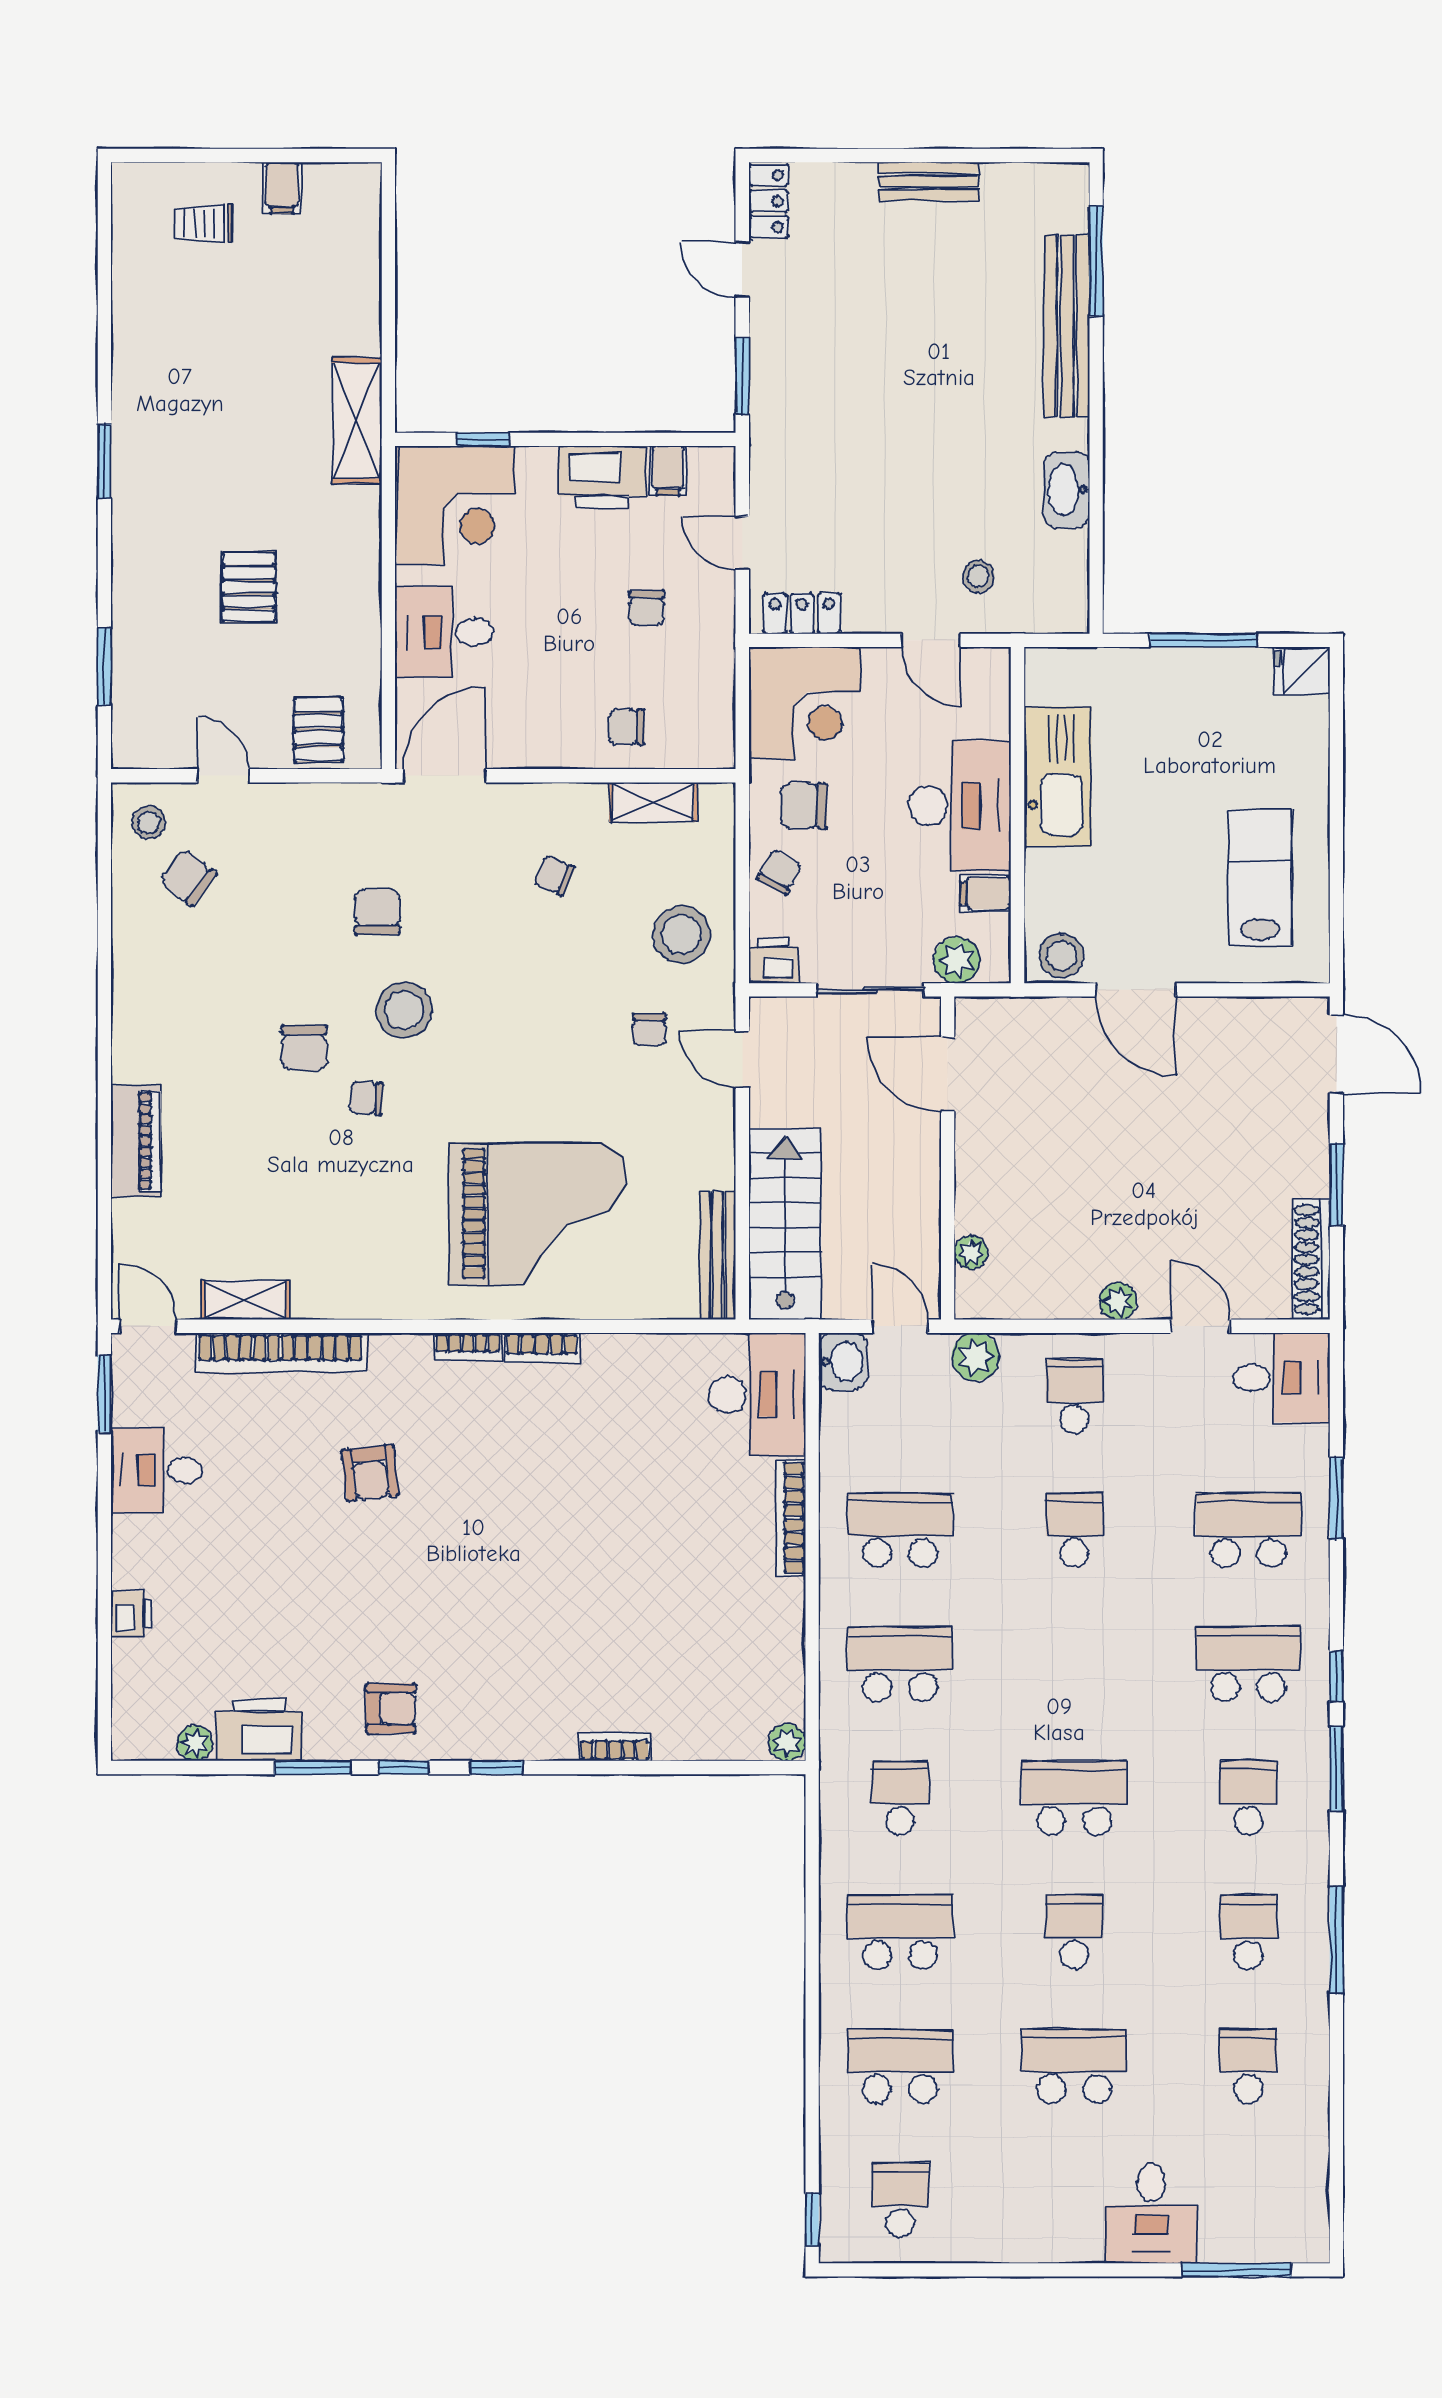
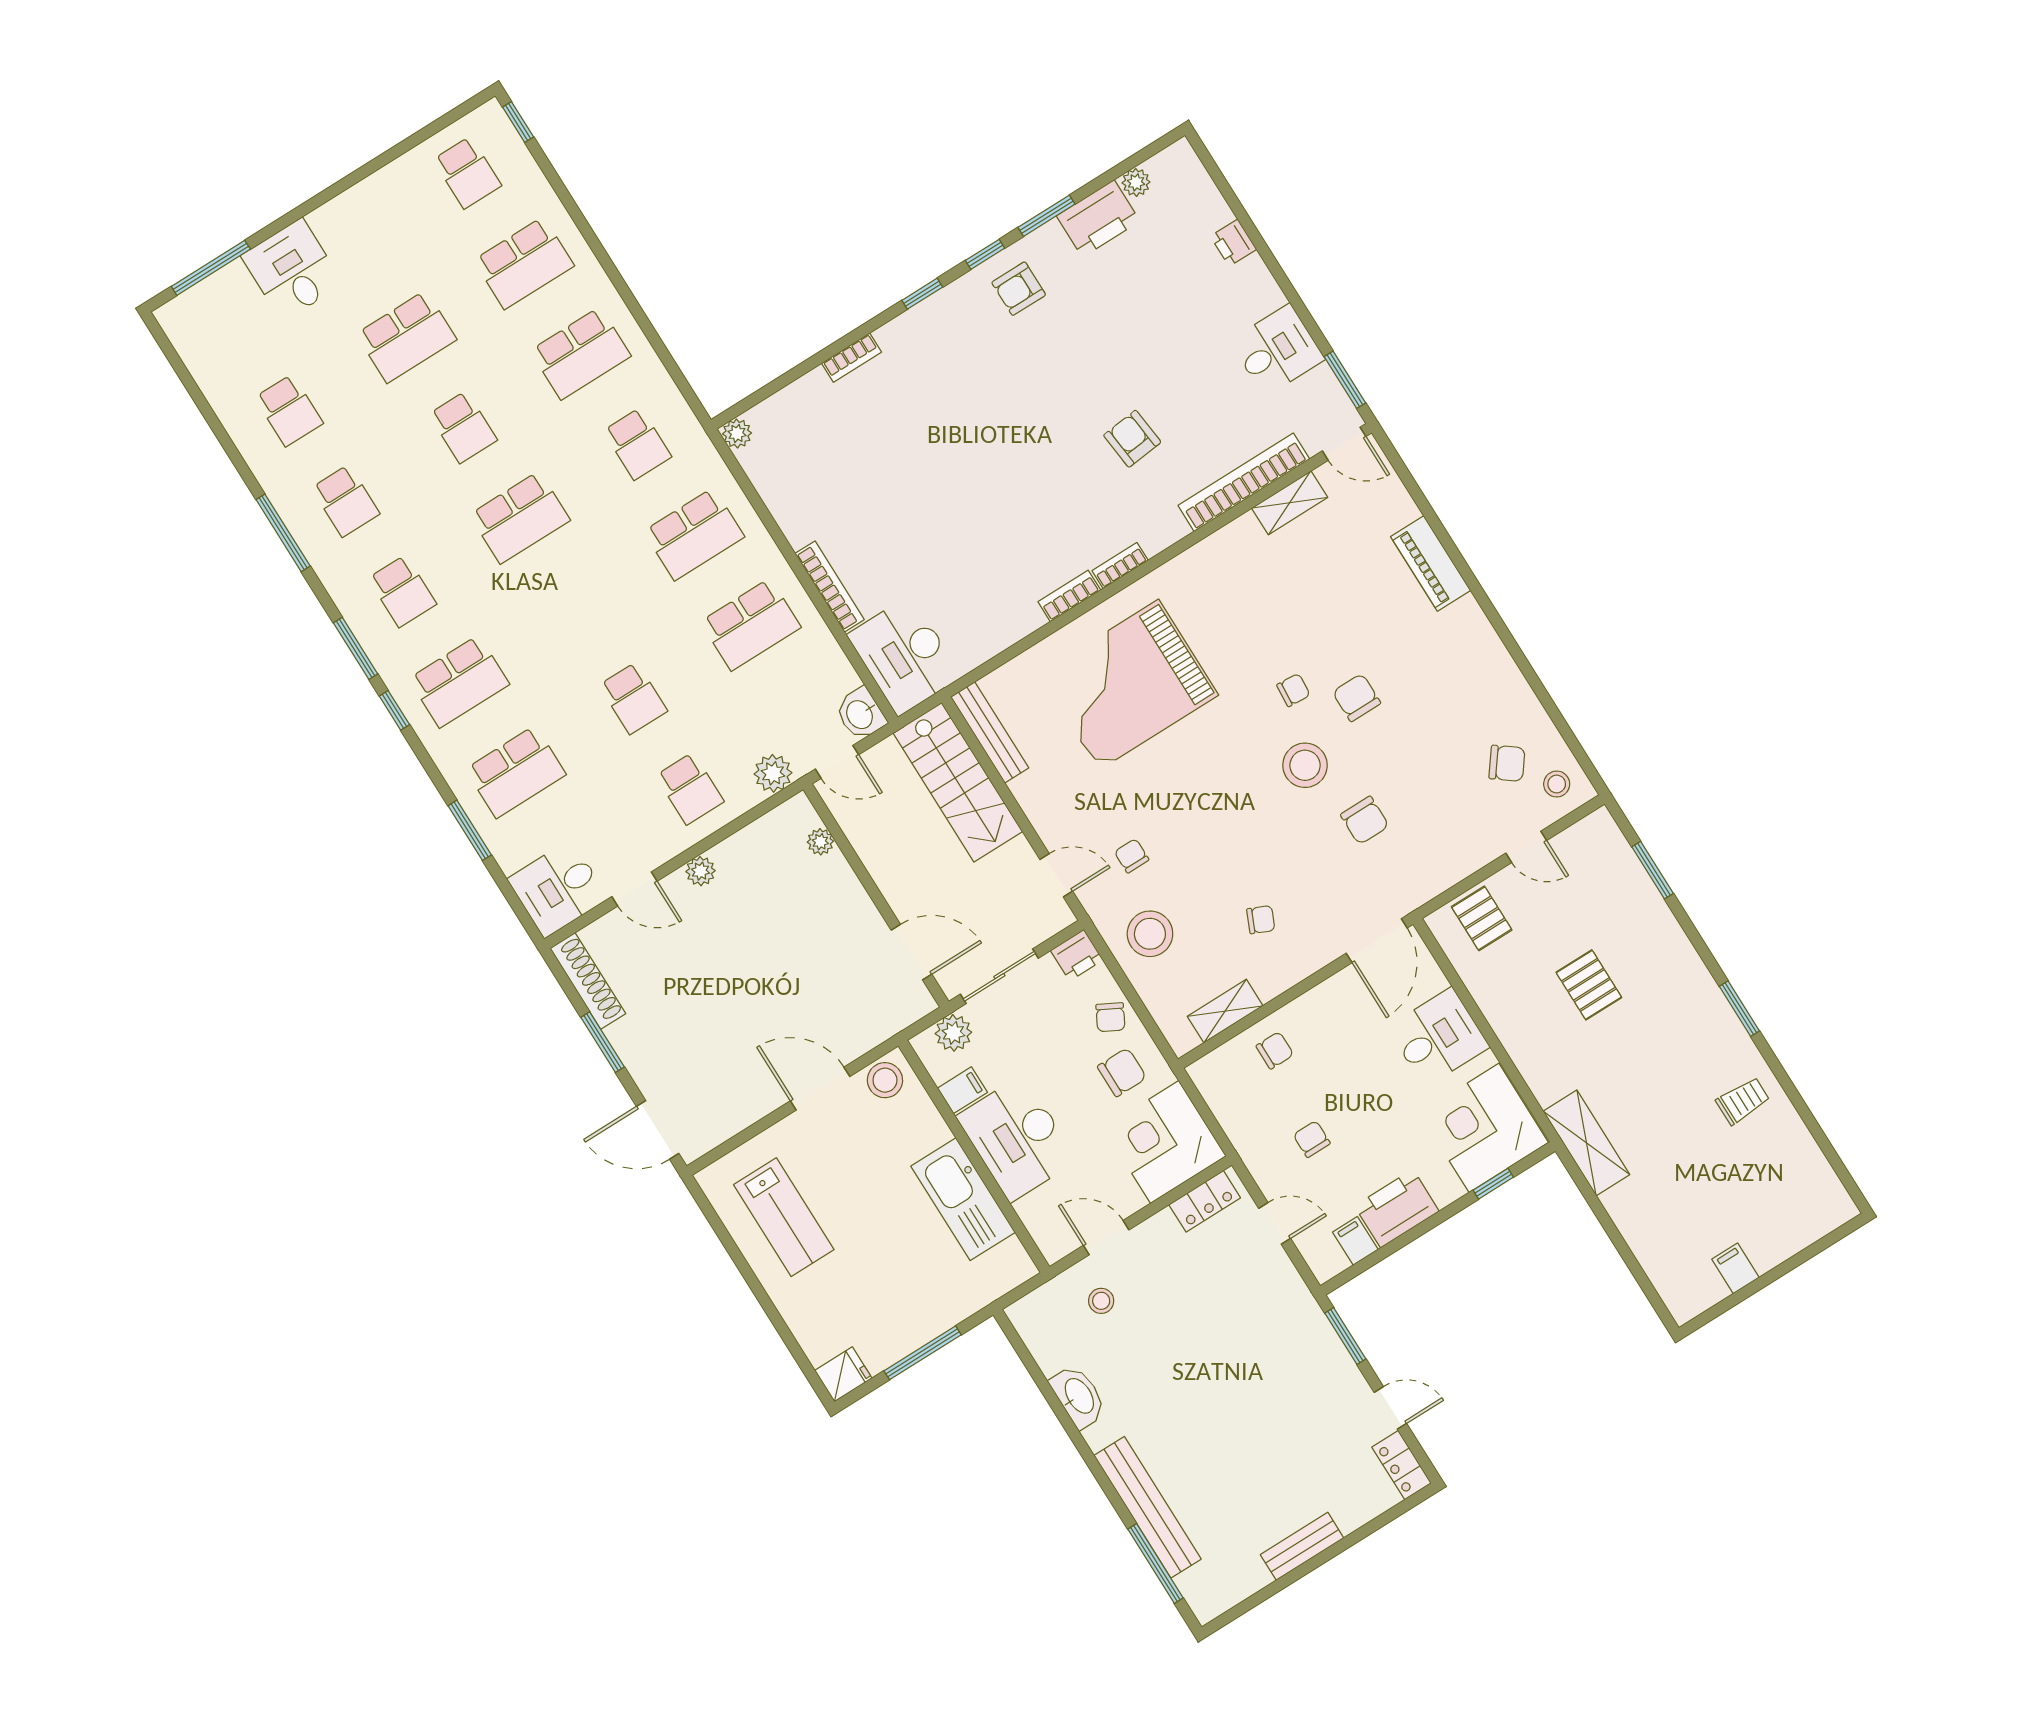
trolley: (203, 223) -> (1743, 1101), moved

